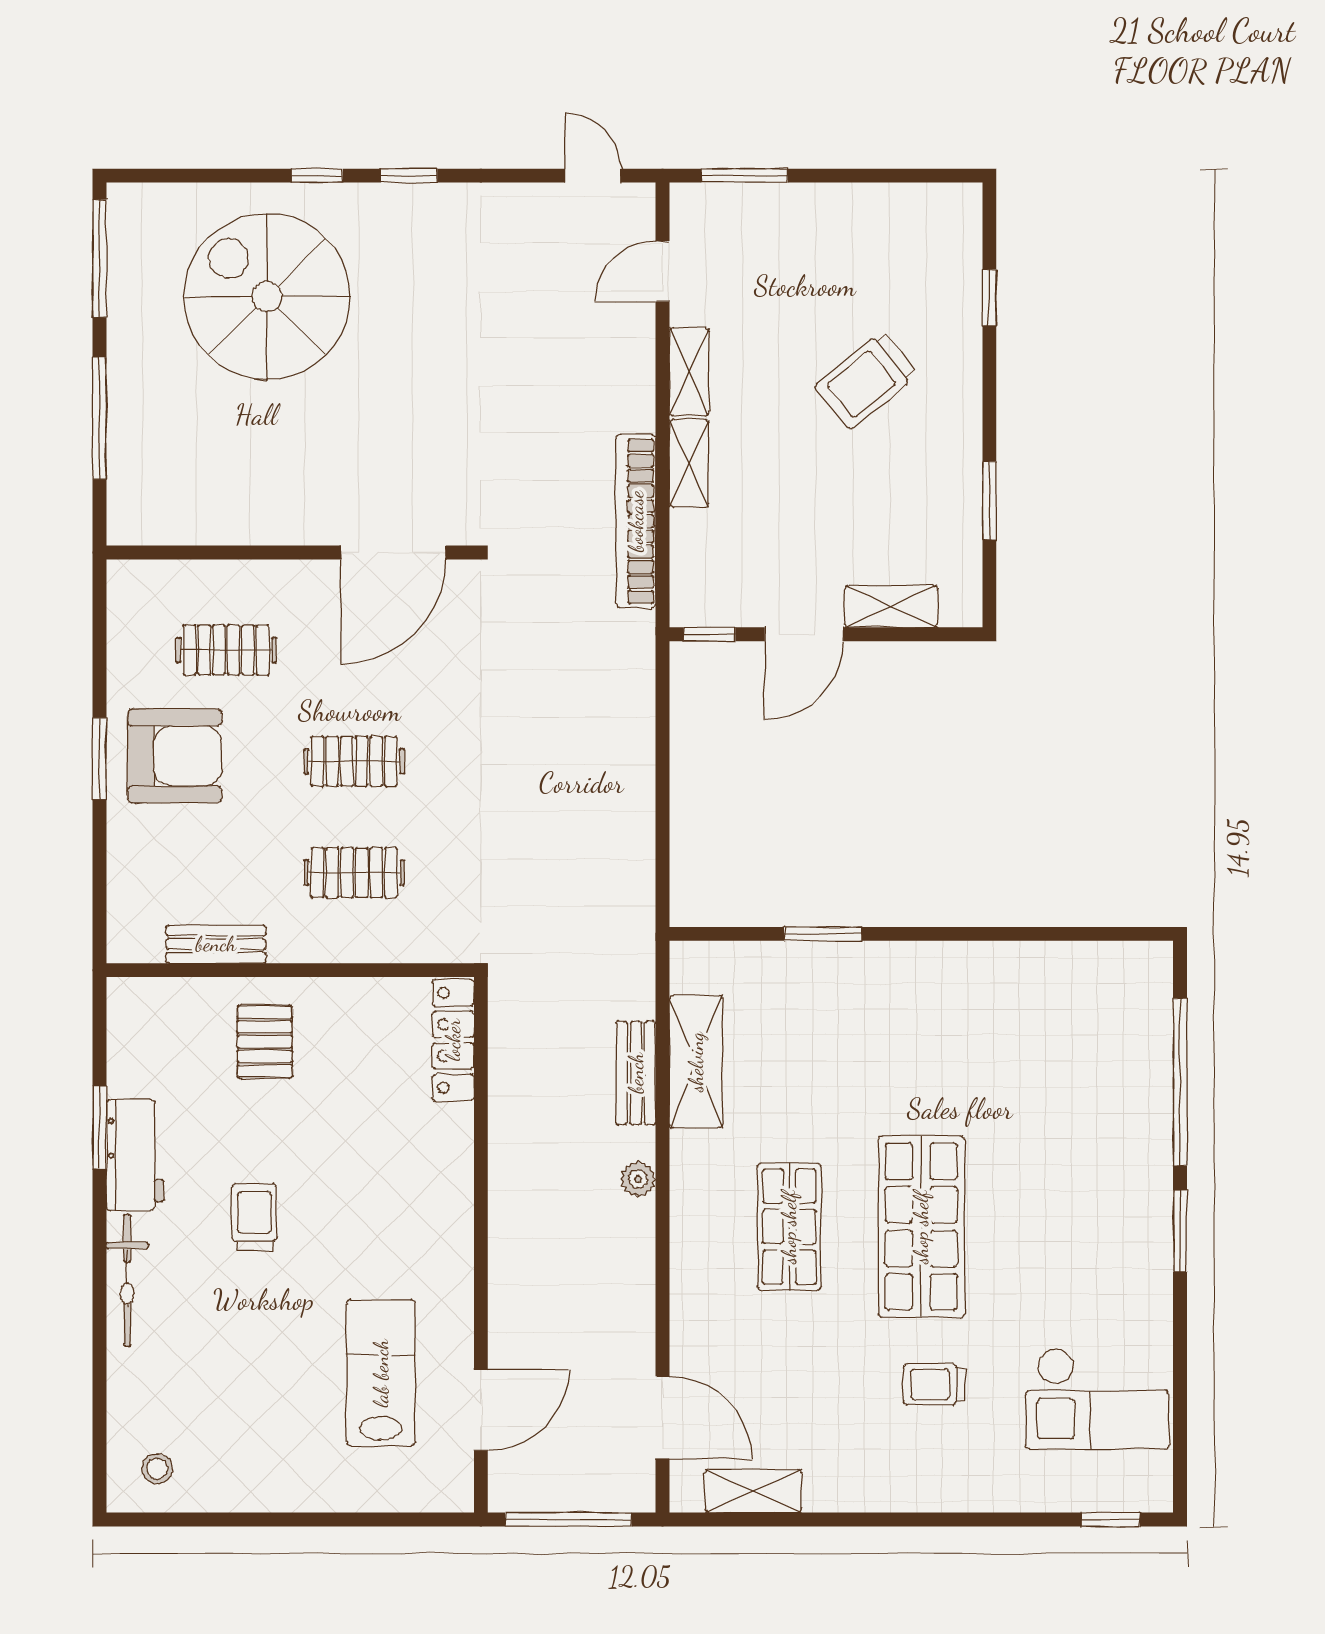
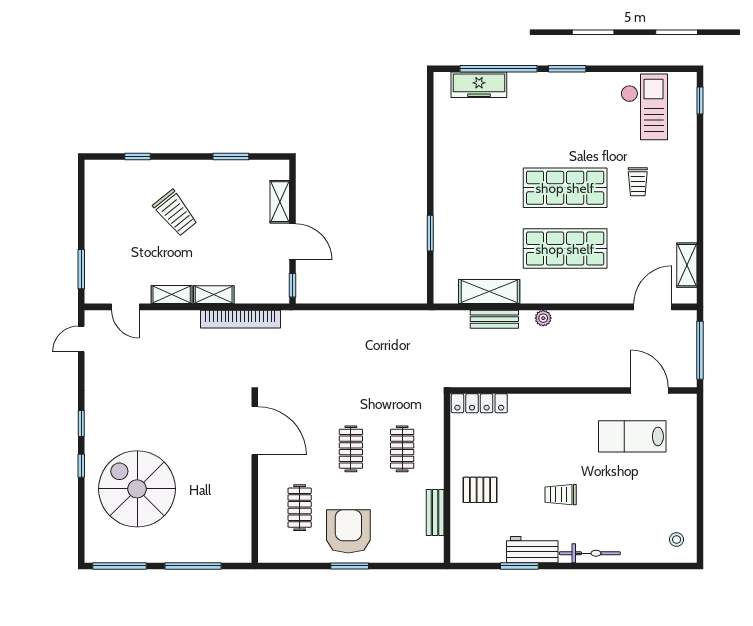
spiral stairs: (267, 297) -> (137, 489), turned 90
freezer: (1145, 1040) -> (479, 85), added
shop shelf: (789, 1227) -> (565, 249), width x1.43, depth x1.36

